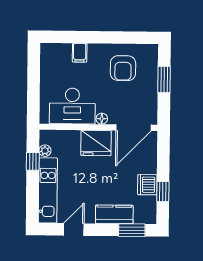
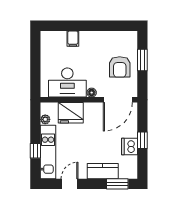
armchair: (123, 68) -> (120, 67), moved
fridge: (96, 143) -> (71, 113), moved
window: (33, 161) -> (35, 151), moved
window: (163, 192) -> (142, 140), moved

